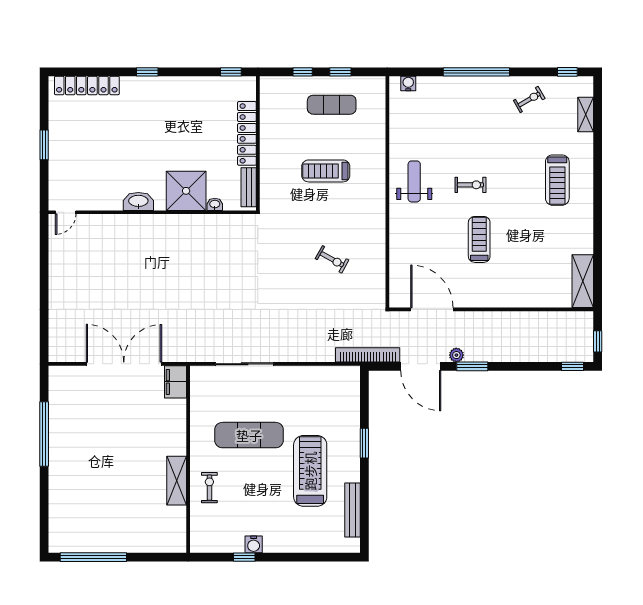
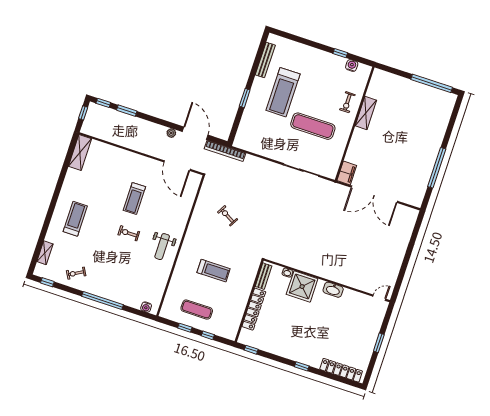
window: (472, 366) -> (127, 111), moved
water cooler: (254, 544) -> (352, 66), moved

